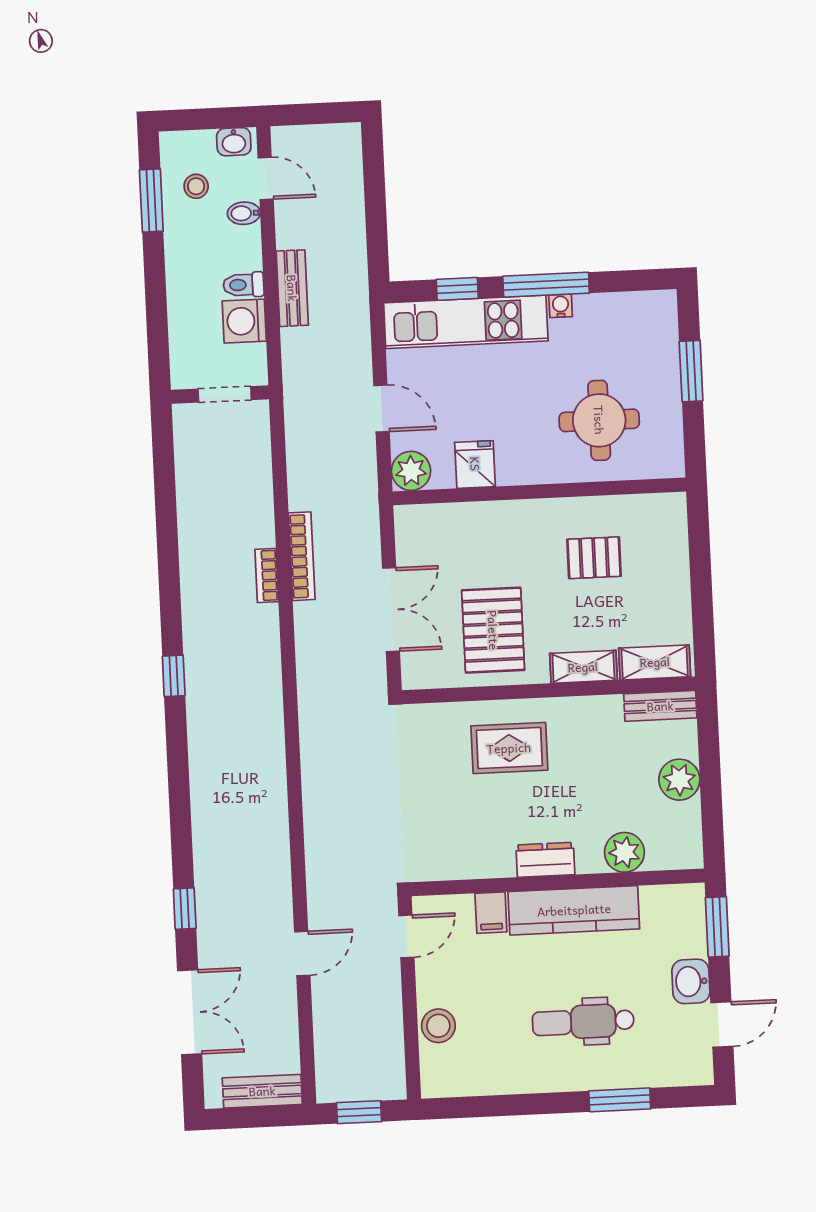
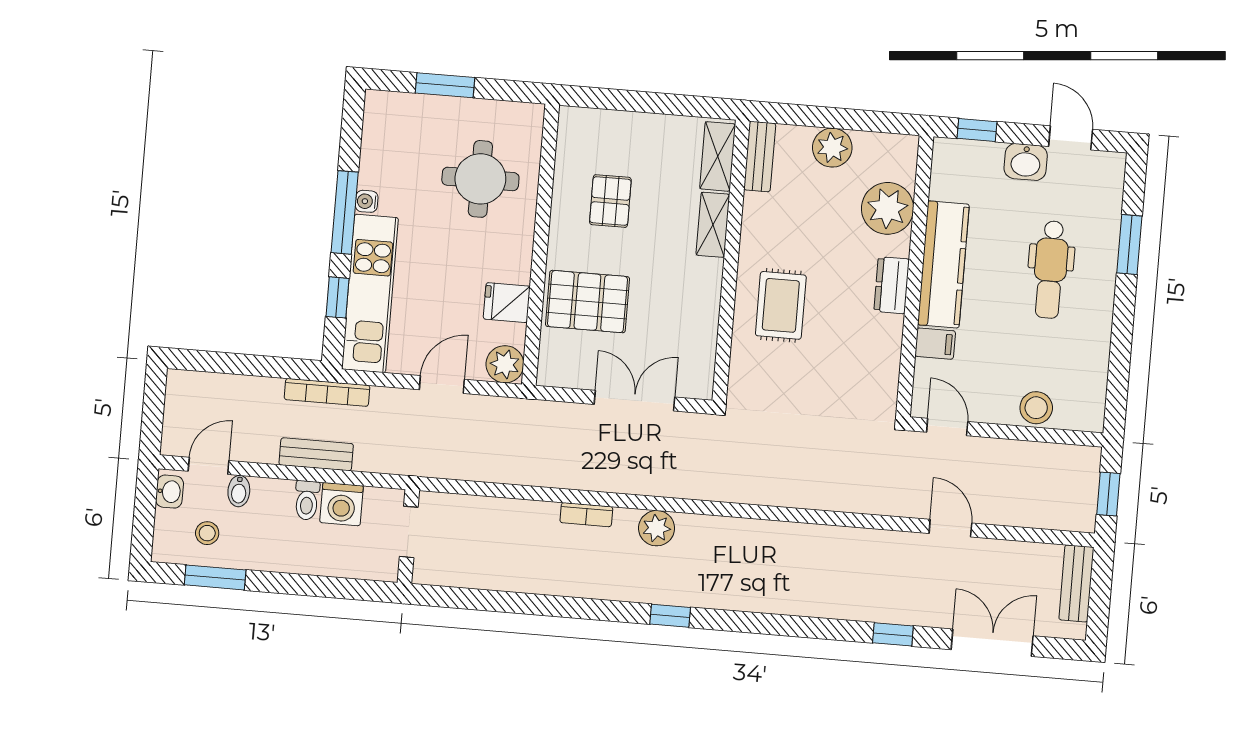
bookcase: (302, 556) -> (327, 392), moved, turned 180
pallet: (493, 630) -> (587, 302), moved
plant: (262, 650) -> (657, 528), added
plant: (624, 852) -> (888, 208), width x1.36, depth x1.36
window: (717, 927) -> (977, 130), width x0.67

